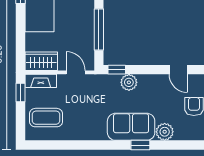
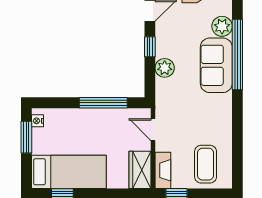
window: (117, 70) -> (150, 47), moved
door: (76, 72) -> (153, 130), hinge flipped
window: (140, 145) -> (237, 55), width x3.17

